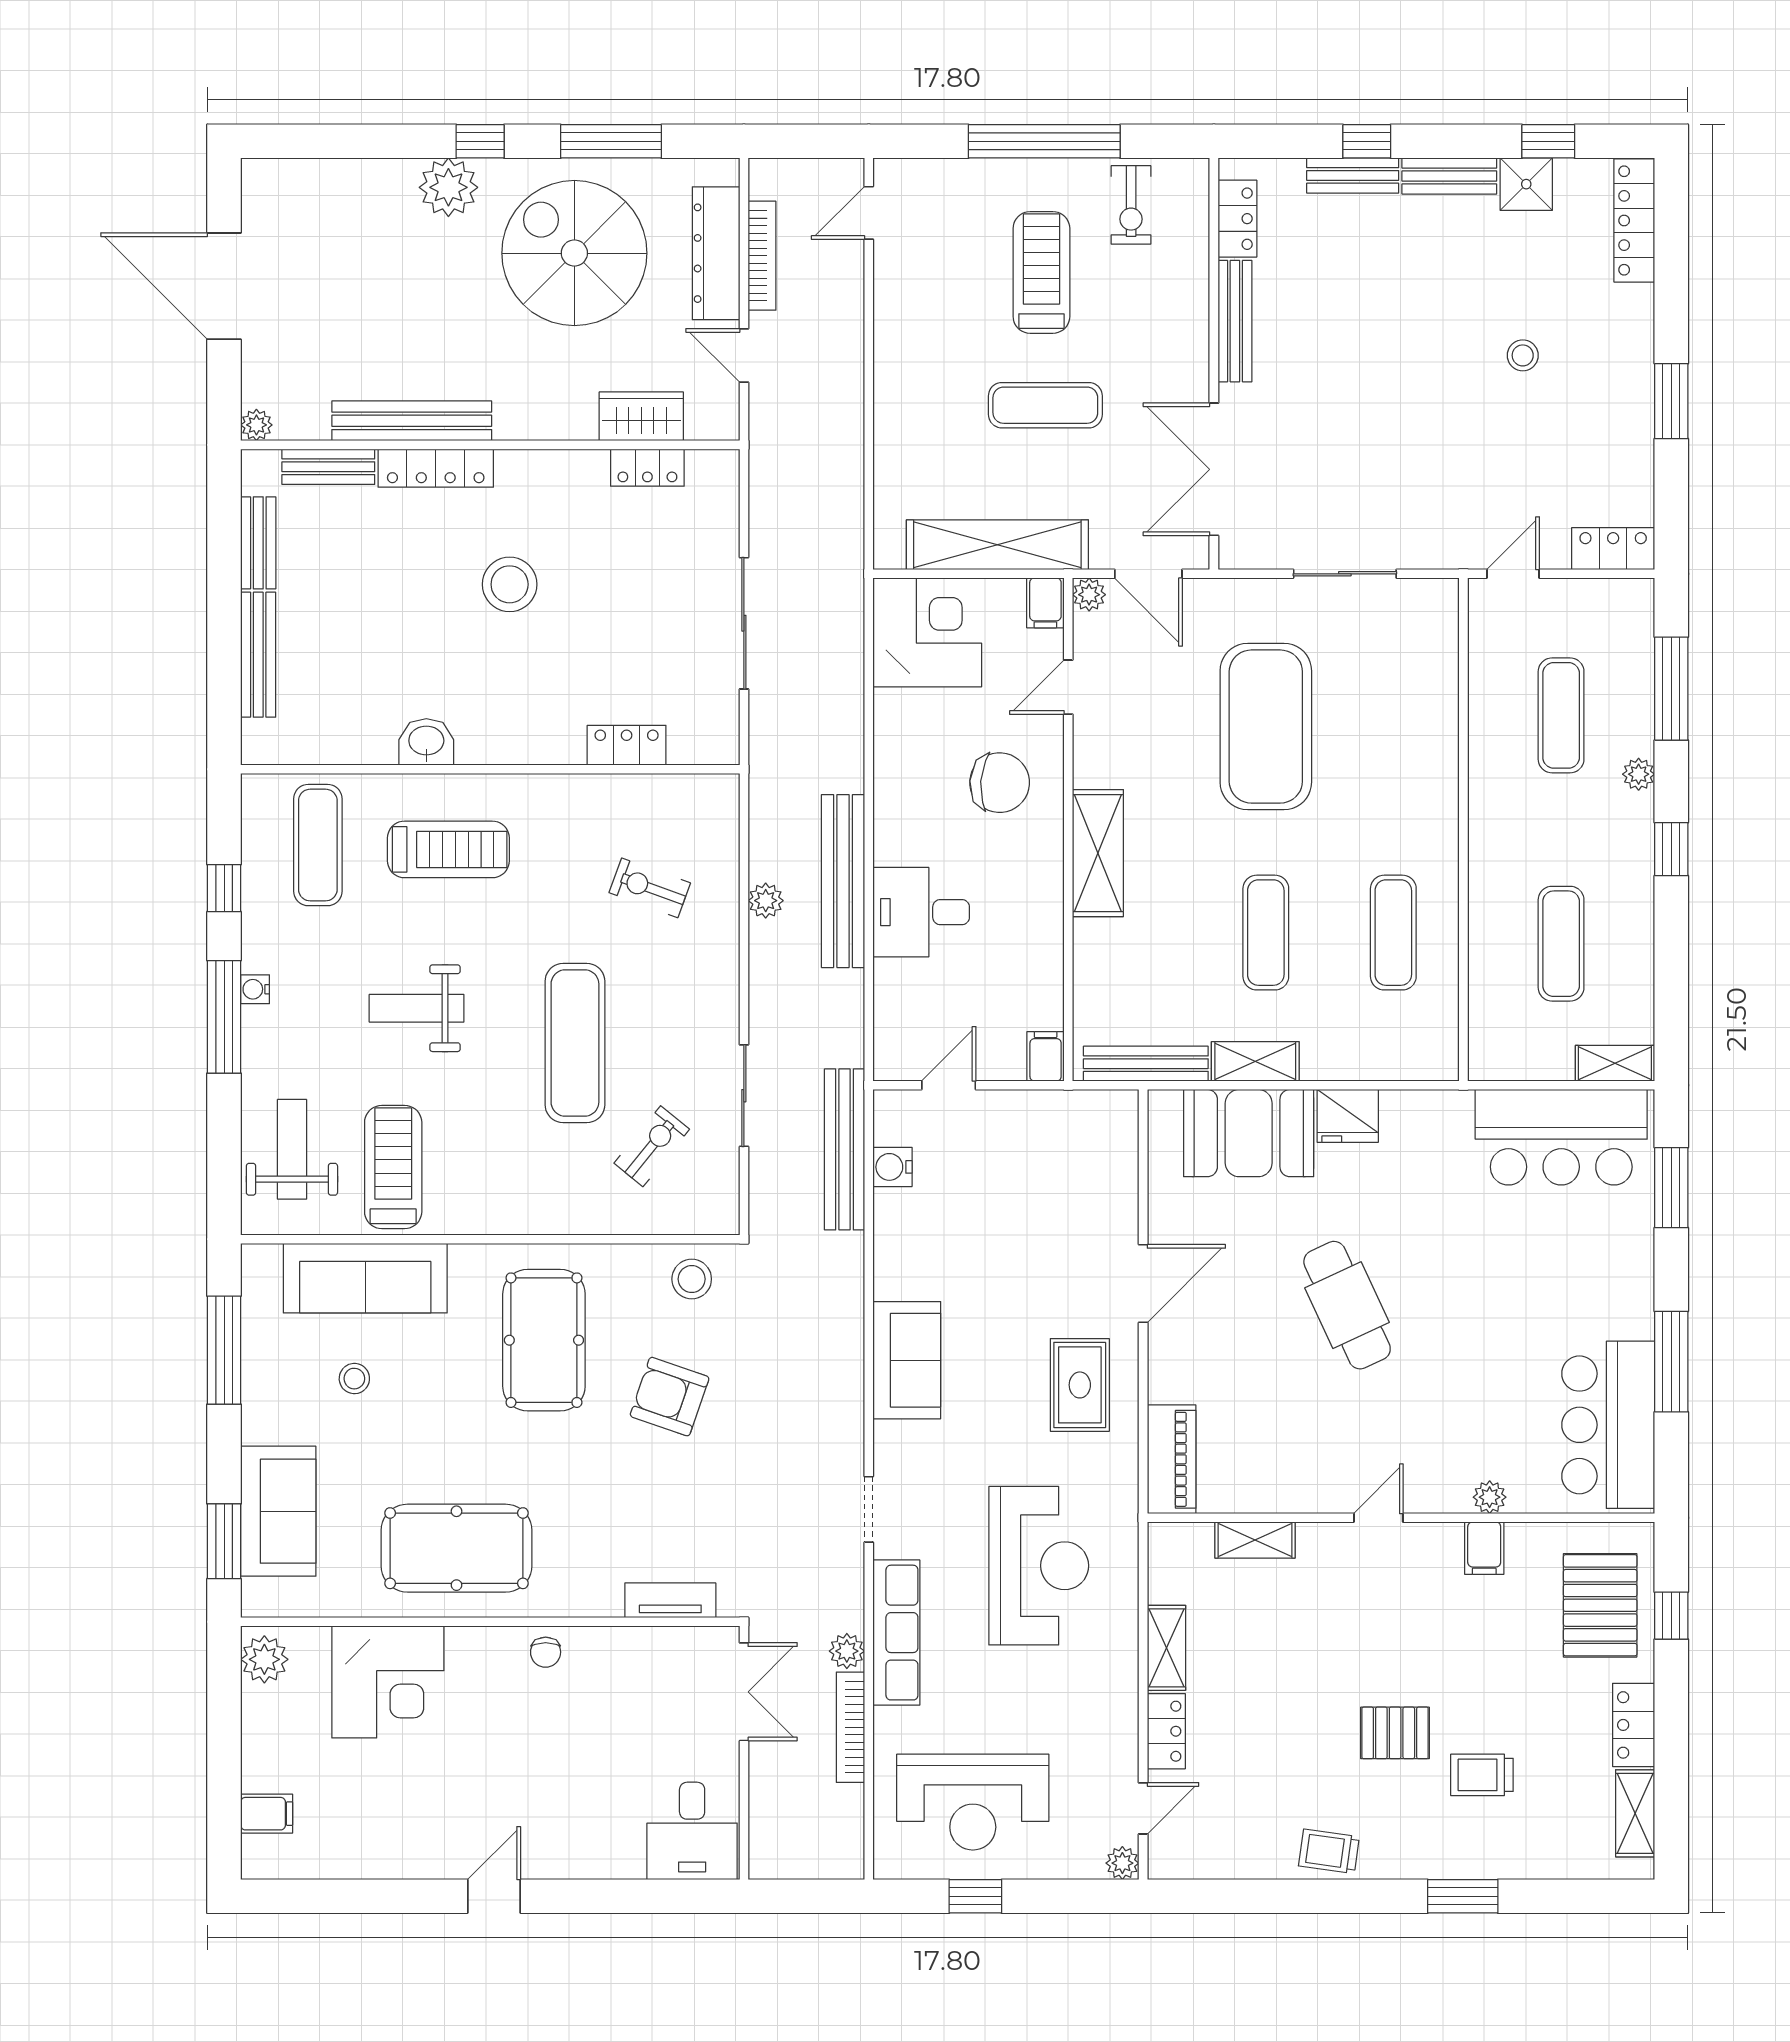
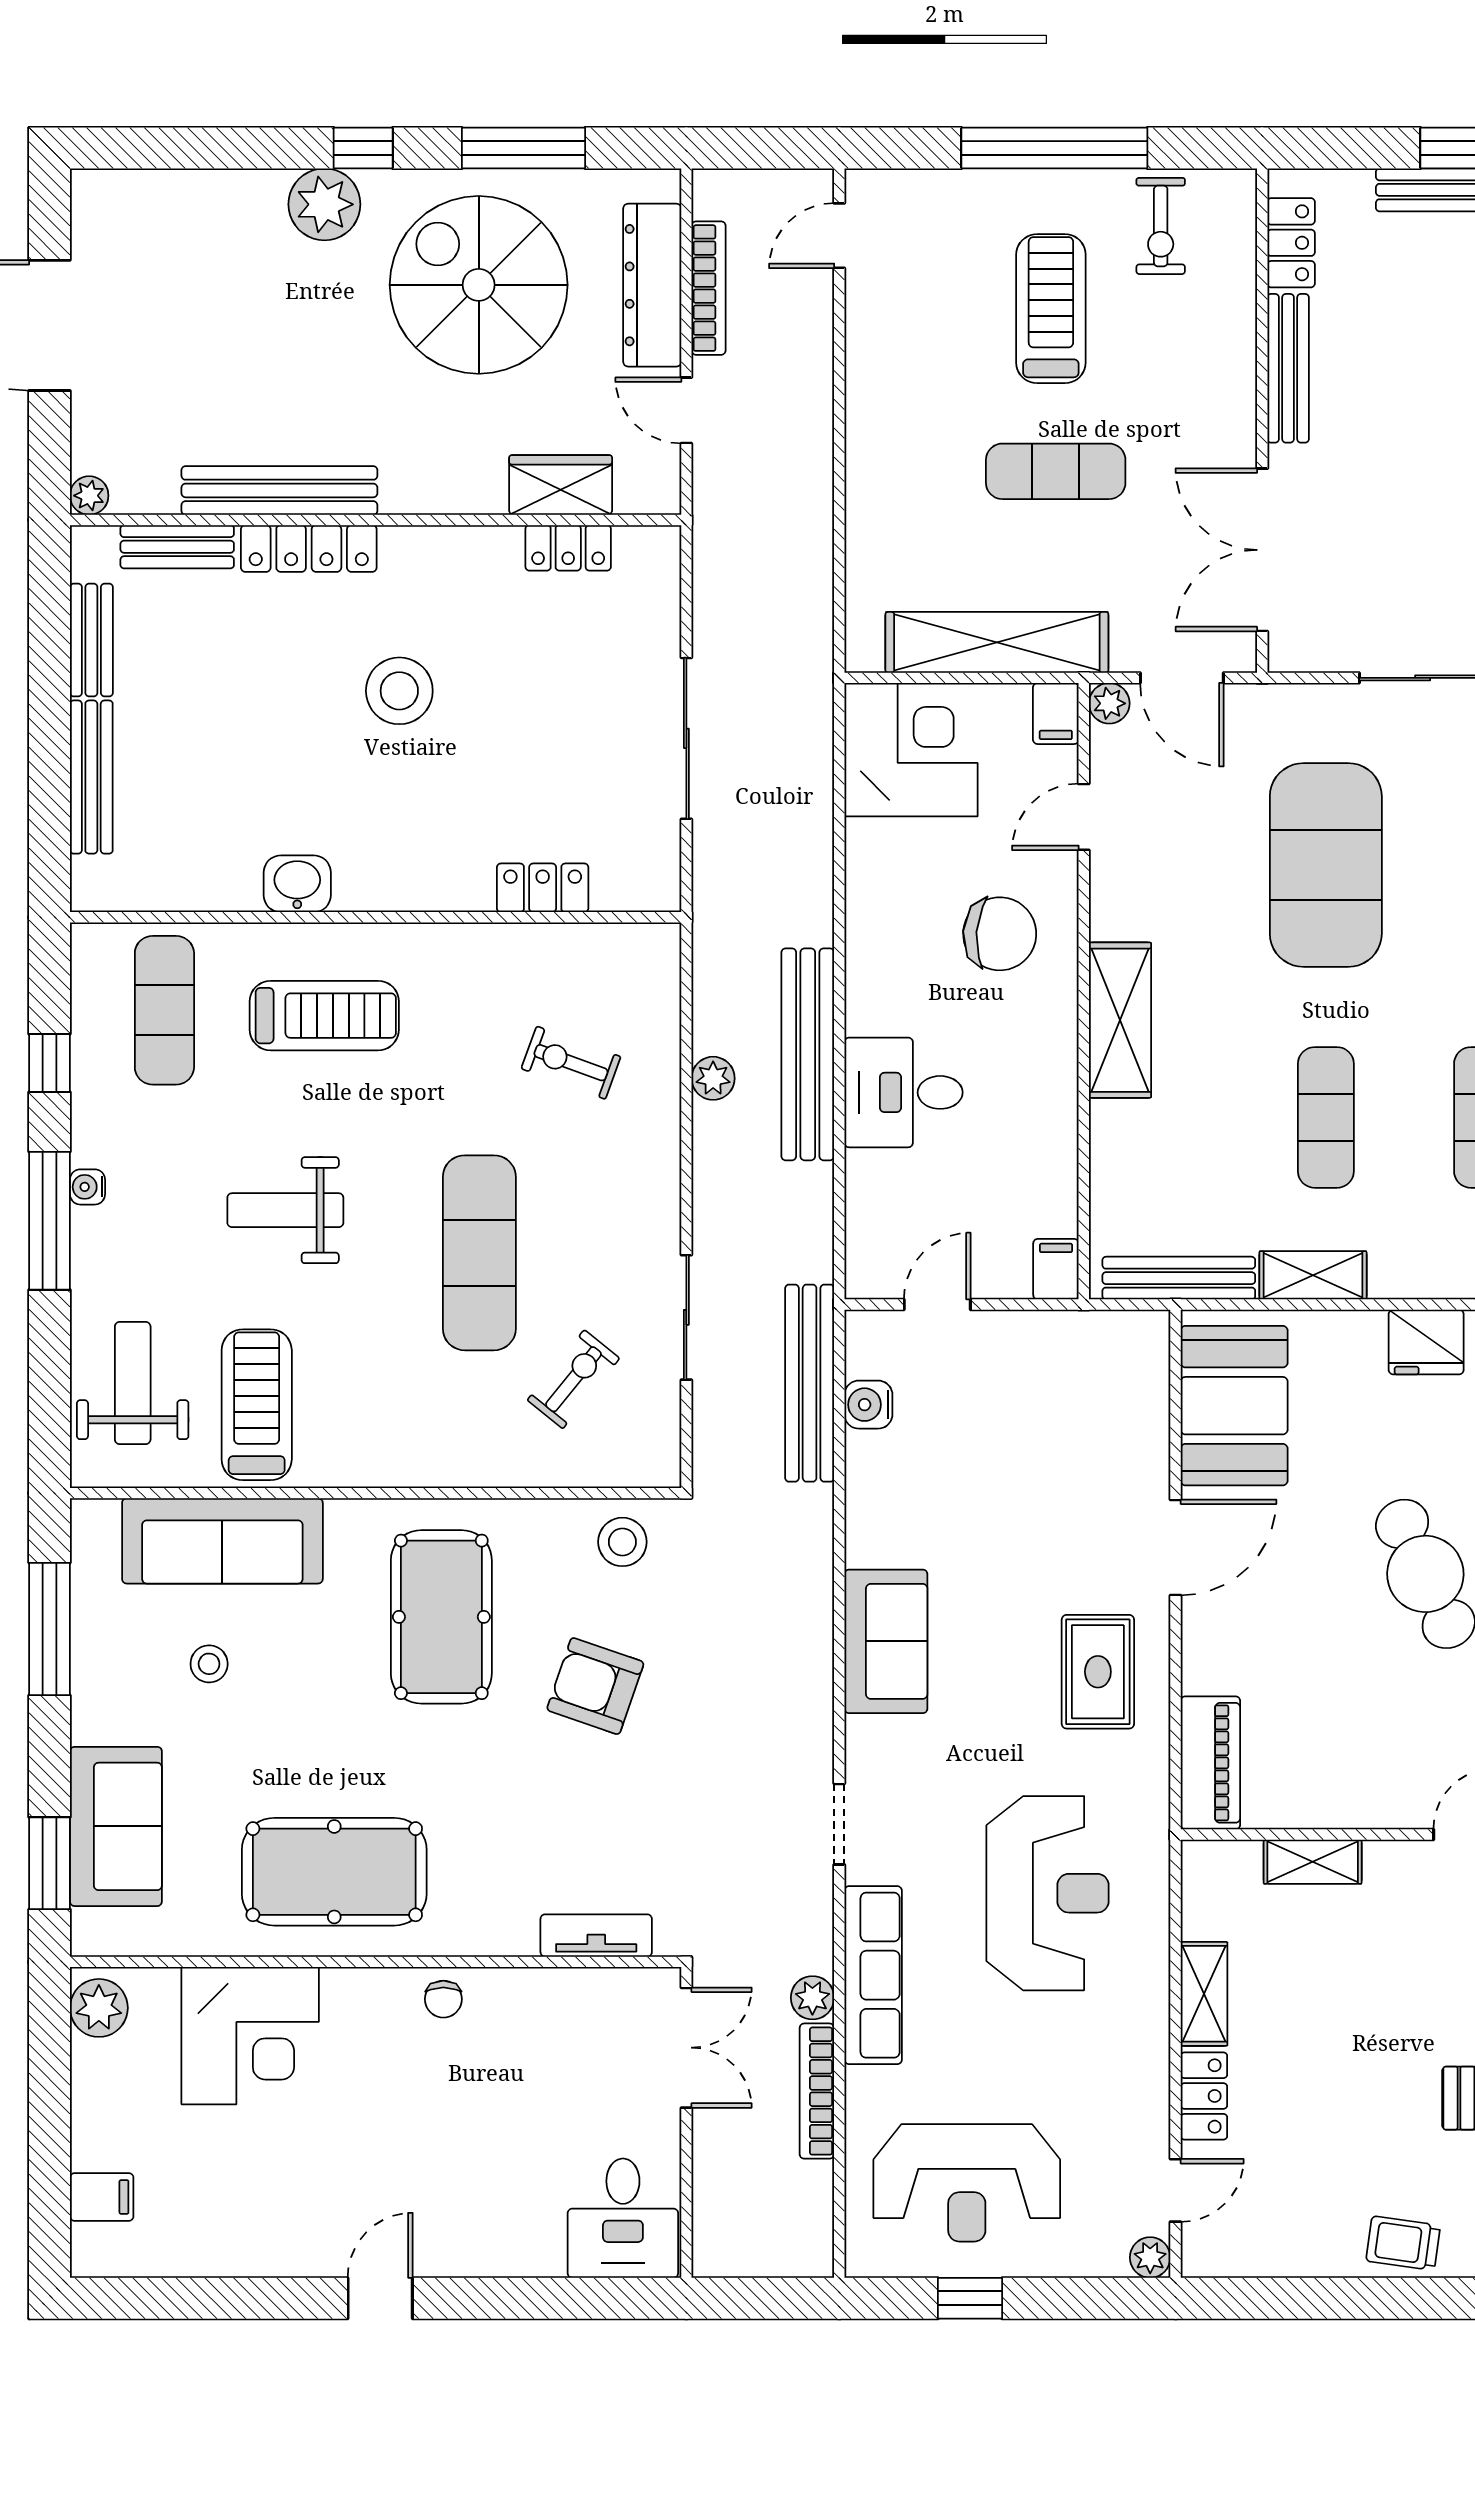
booth: (1249, 1133) -> (1234, 1406), moved, turned 90

